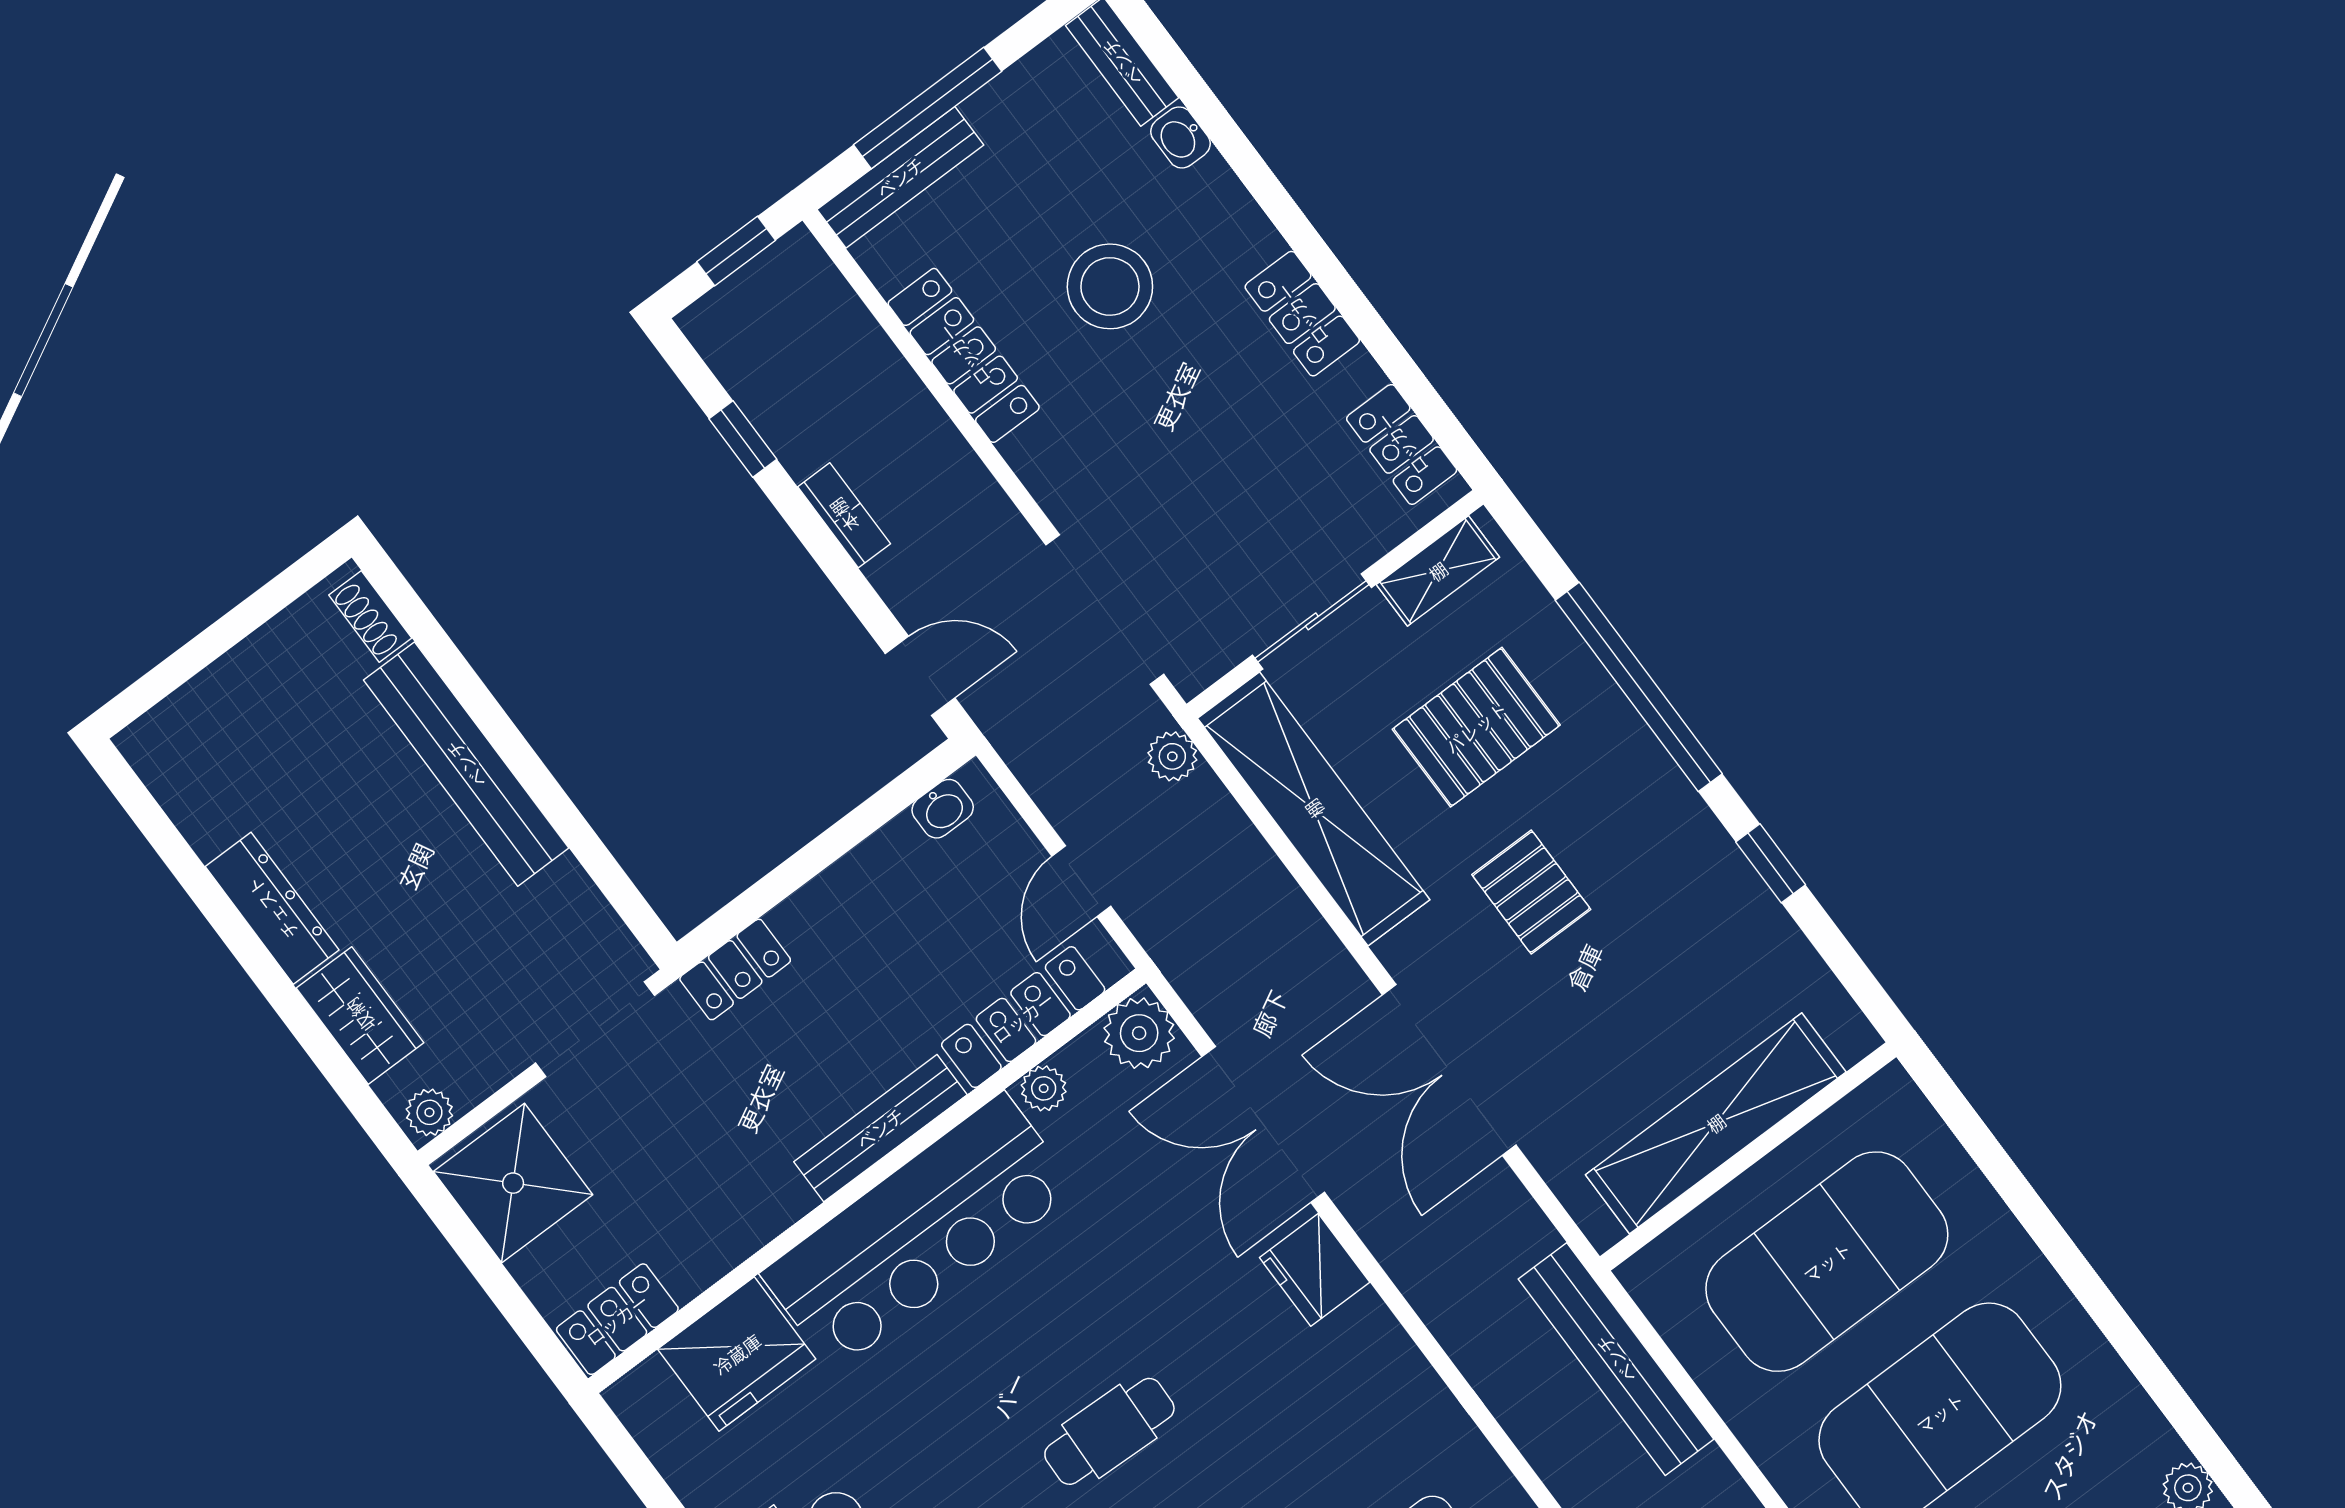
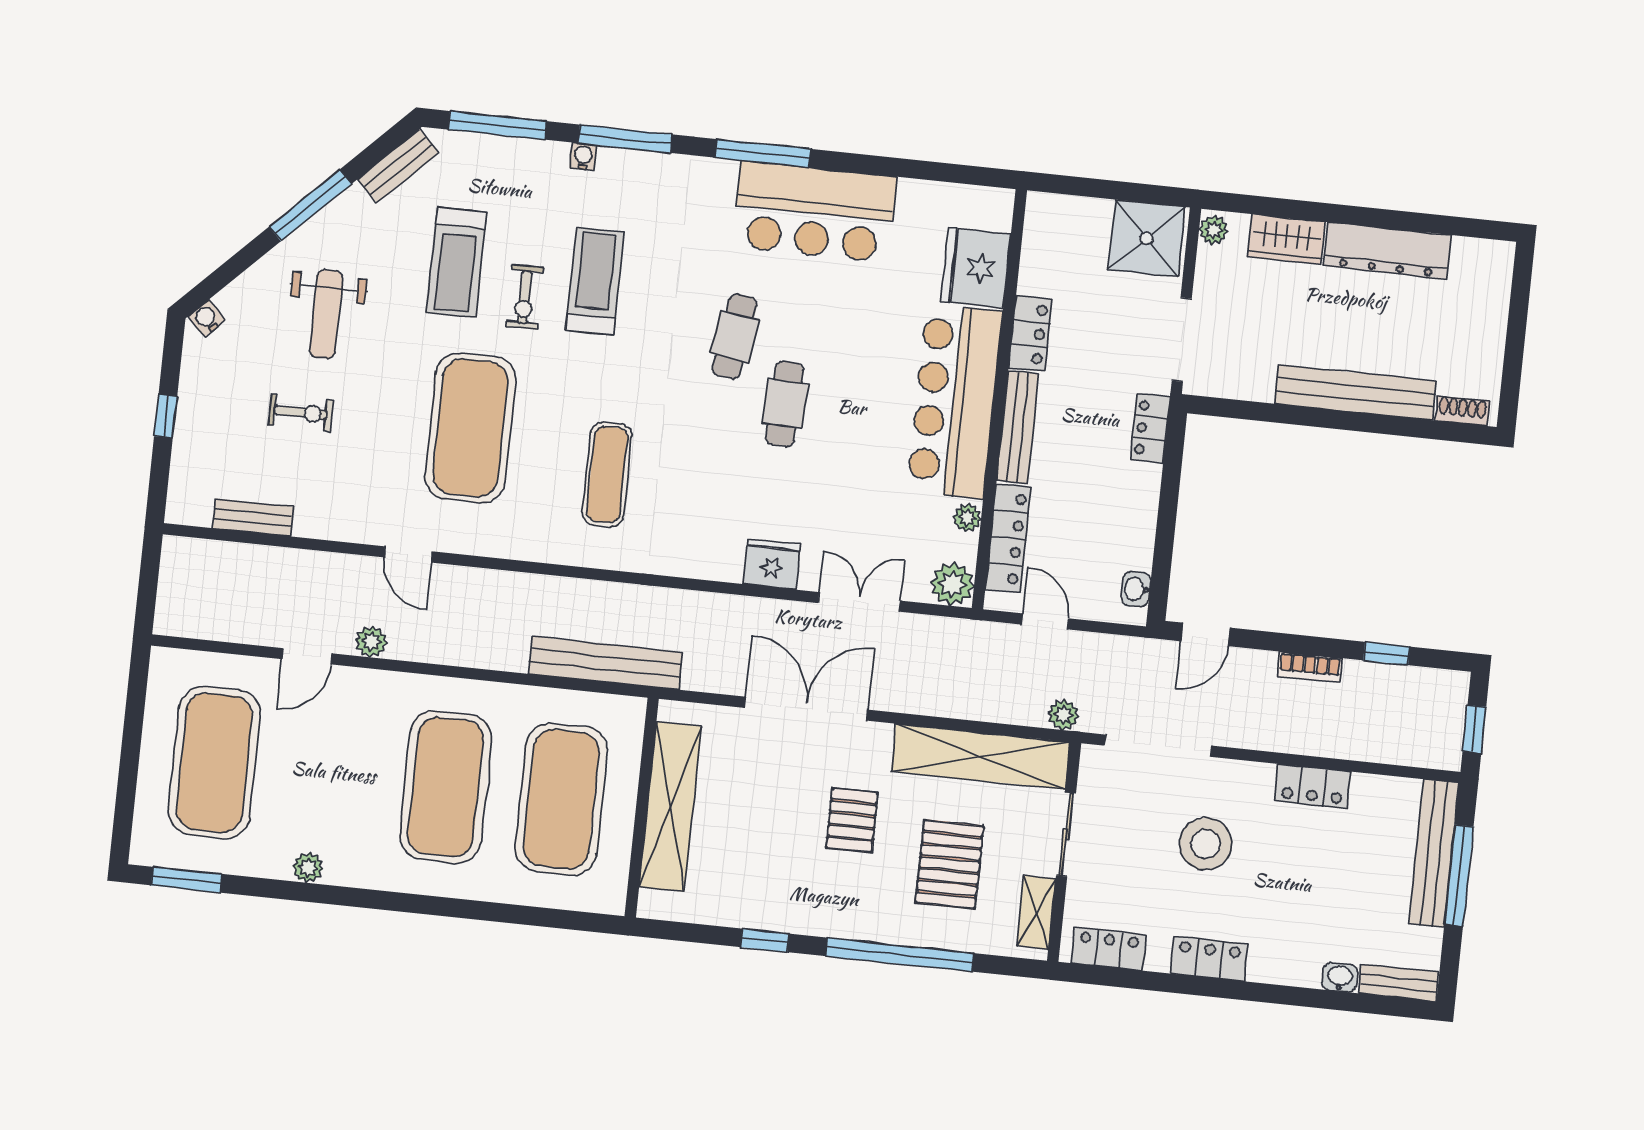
bench: (900, 177) -> (1434, 853), width x1.37, depth x1.21
stool: (1110, 286) -> (1206, 844), moved
locker: (964, 355) -> (1313, 786), width x0.66
pallet: (1531, 892) -> (852, 820), turned 90
dresser: (272, 908) -> (1387, 250), width x1.37, depth x1.24
double door: (1263, 1124) -> (859, 602), width x0.73
locker: (617, 1319) -> (1030, 334), moved

